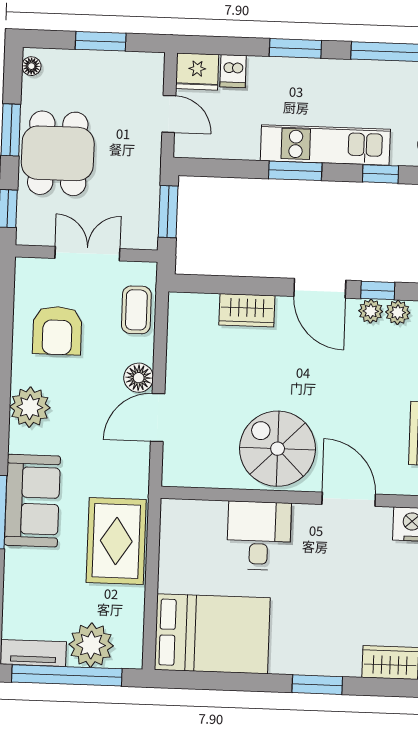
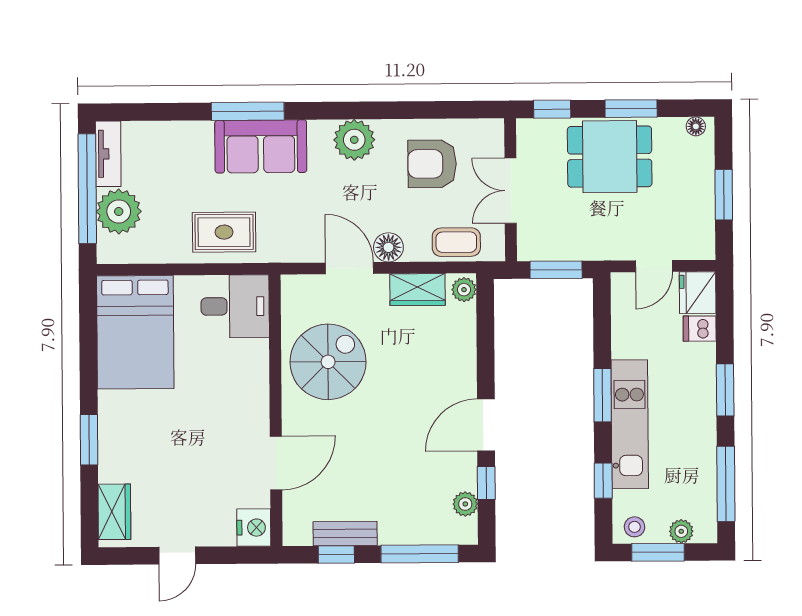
double door: (87, 254) -> (511, 191), swing flipped
wardrobe: (247, 310) -> (417, 290), moved, turned -90
plant: (371, 311) -> (464, 290), moved
spiral stairs: (278, 449) -> (328, 362), moved
desk: (259, 536) -> (235, 306), moved
rug: (116, 541) -> (224, 232), width x0.73, depth x0.70

